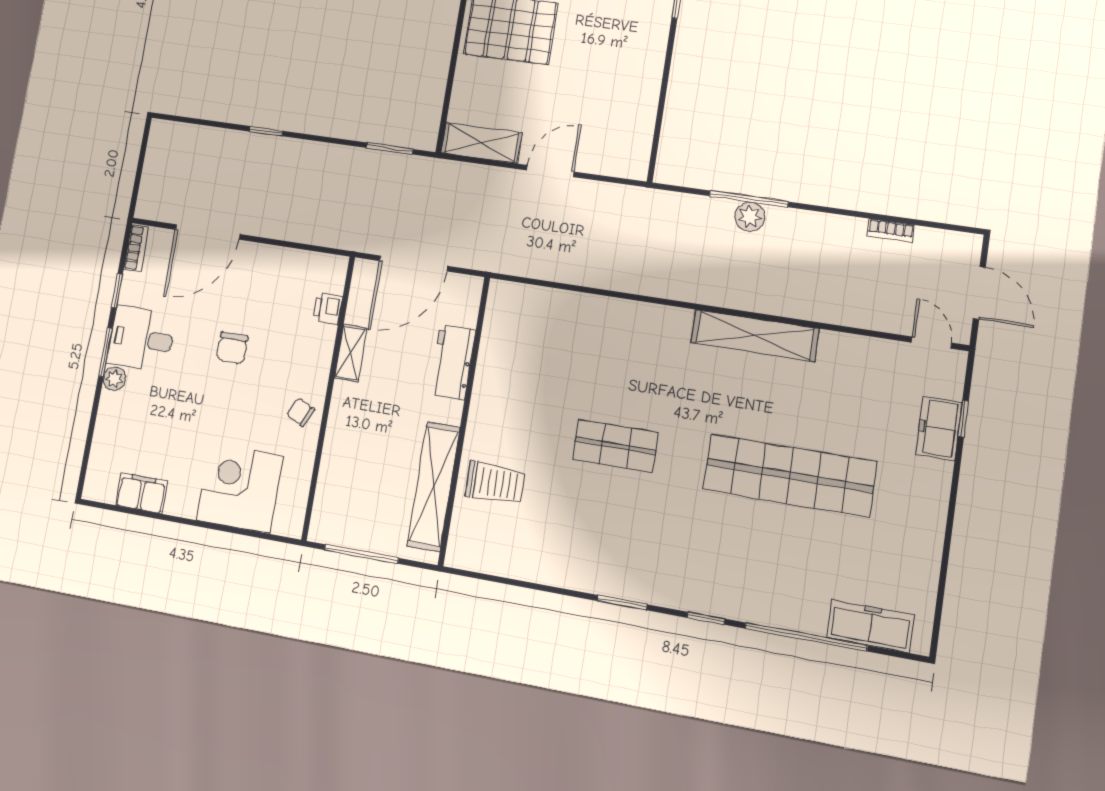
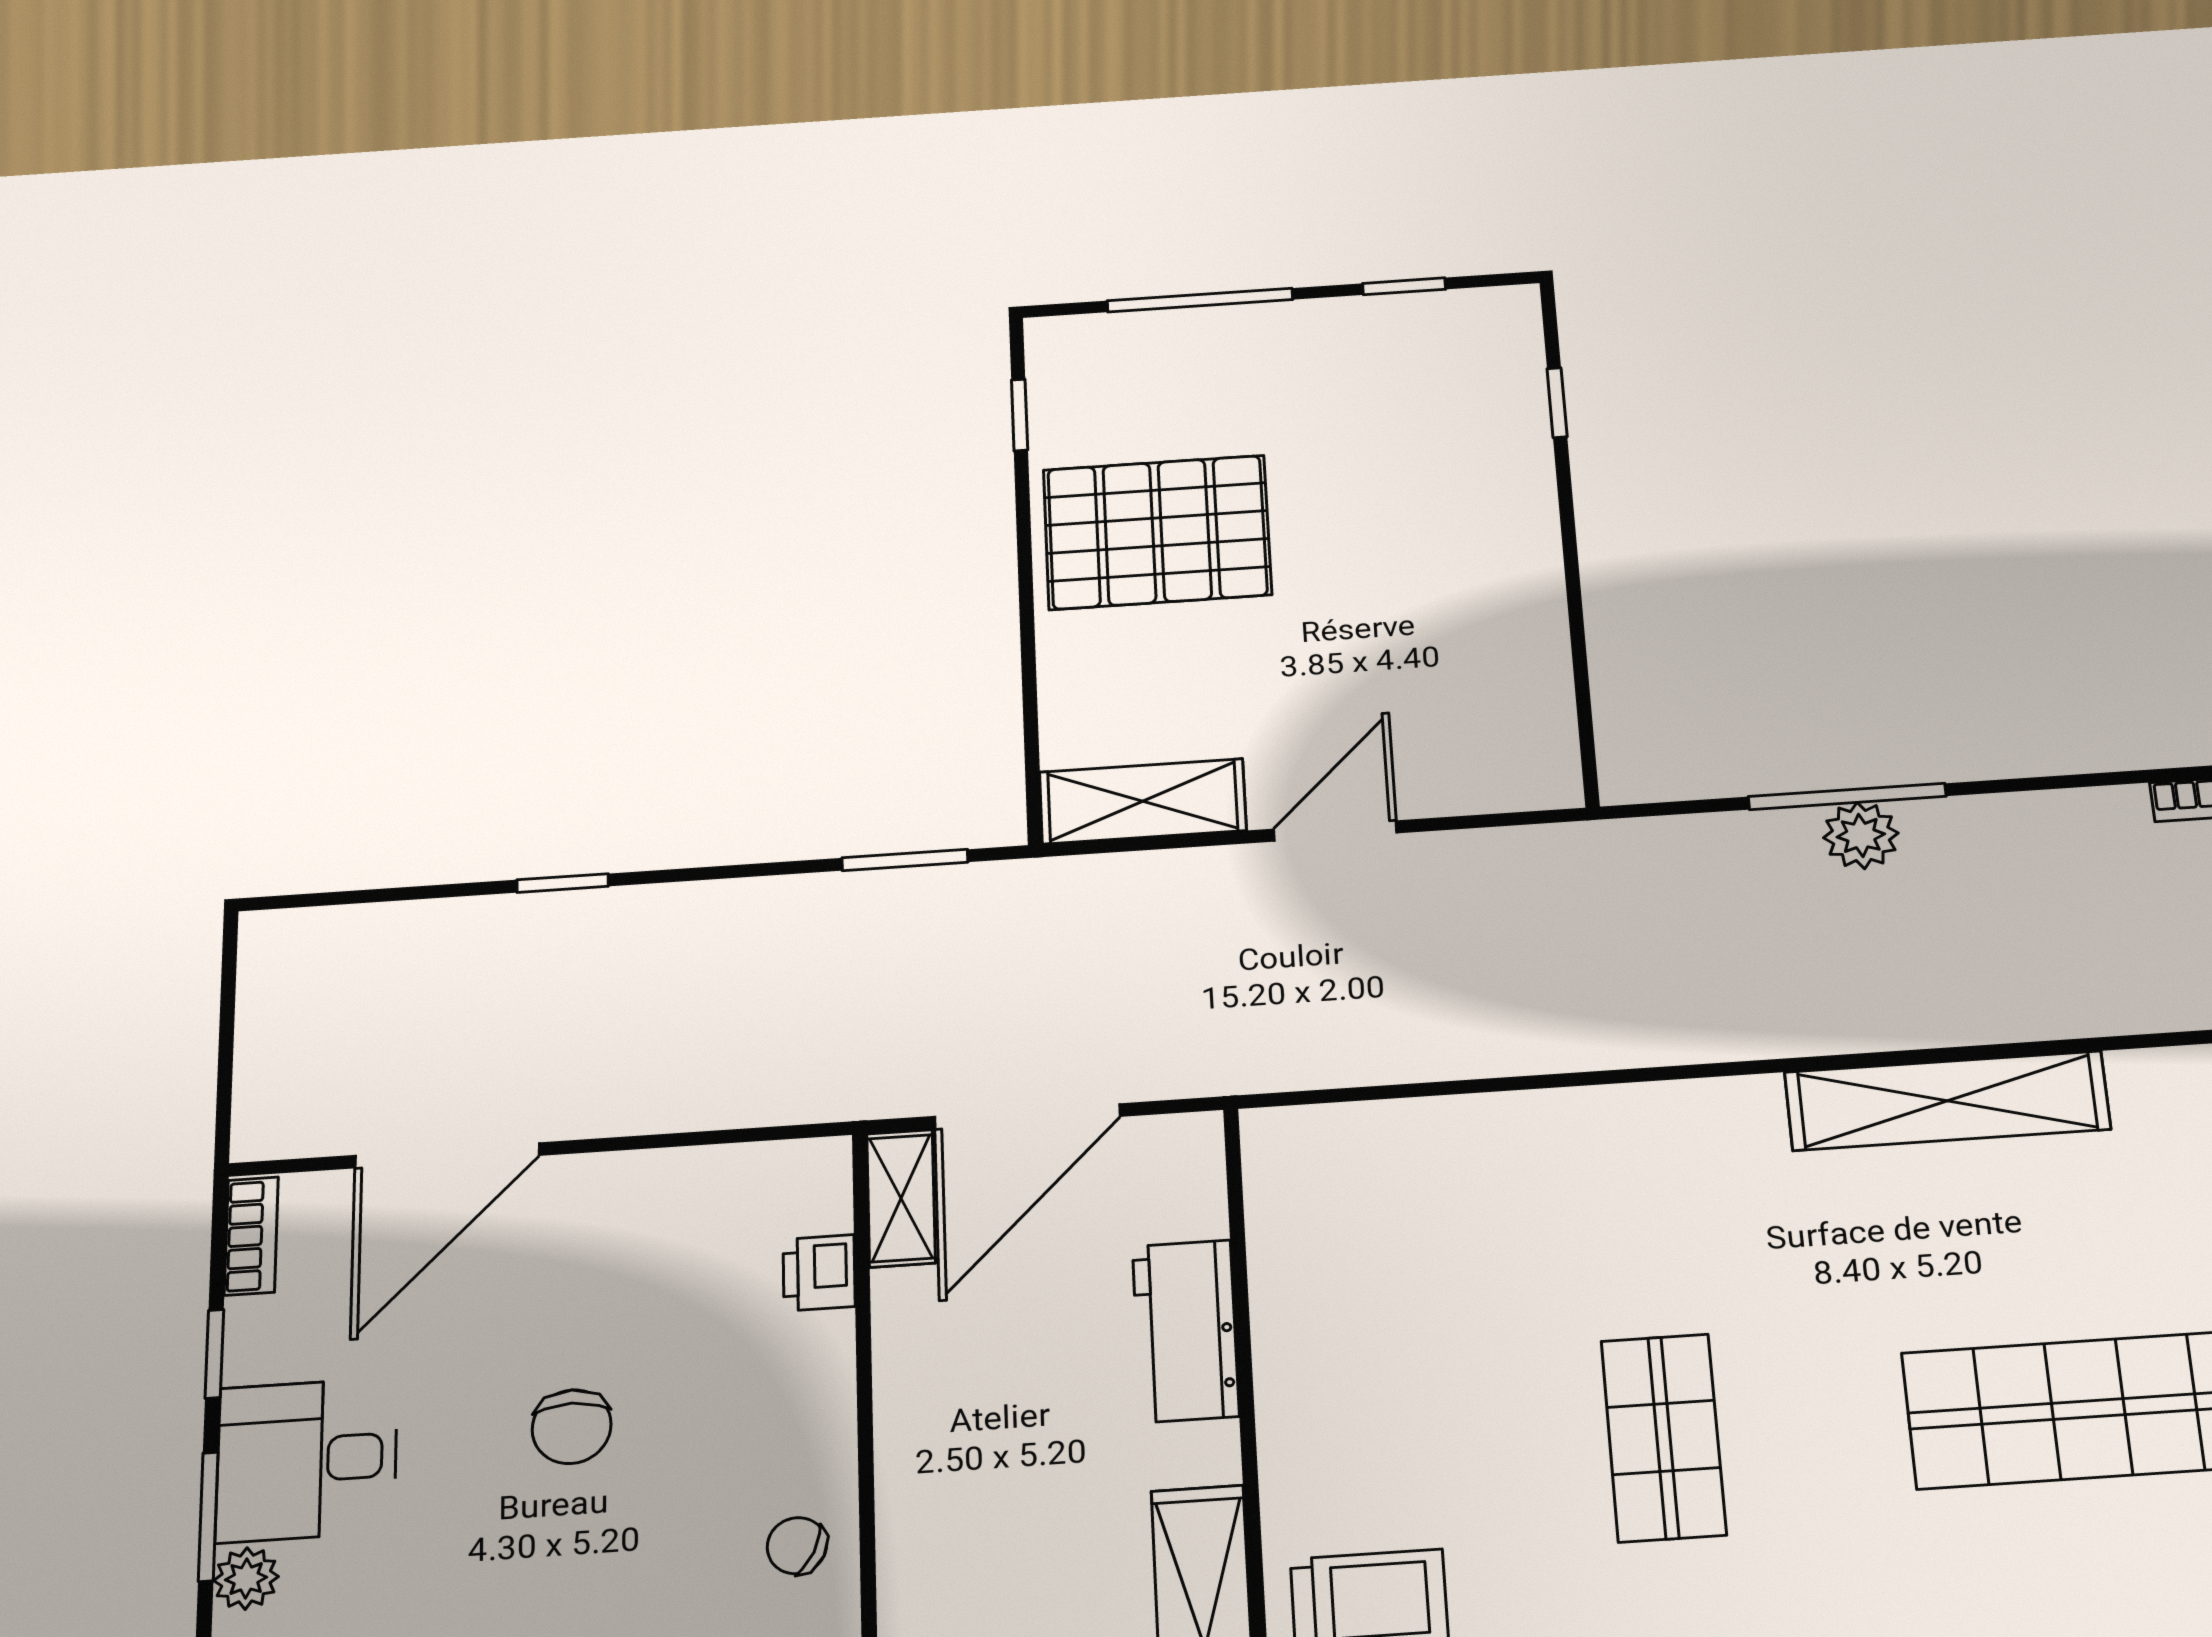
shelving: (351, 353) -> (901, 1198), moved
shop shelf: (615, 446) -> (1663, 1438), turned 90

